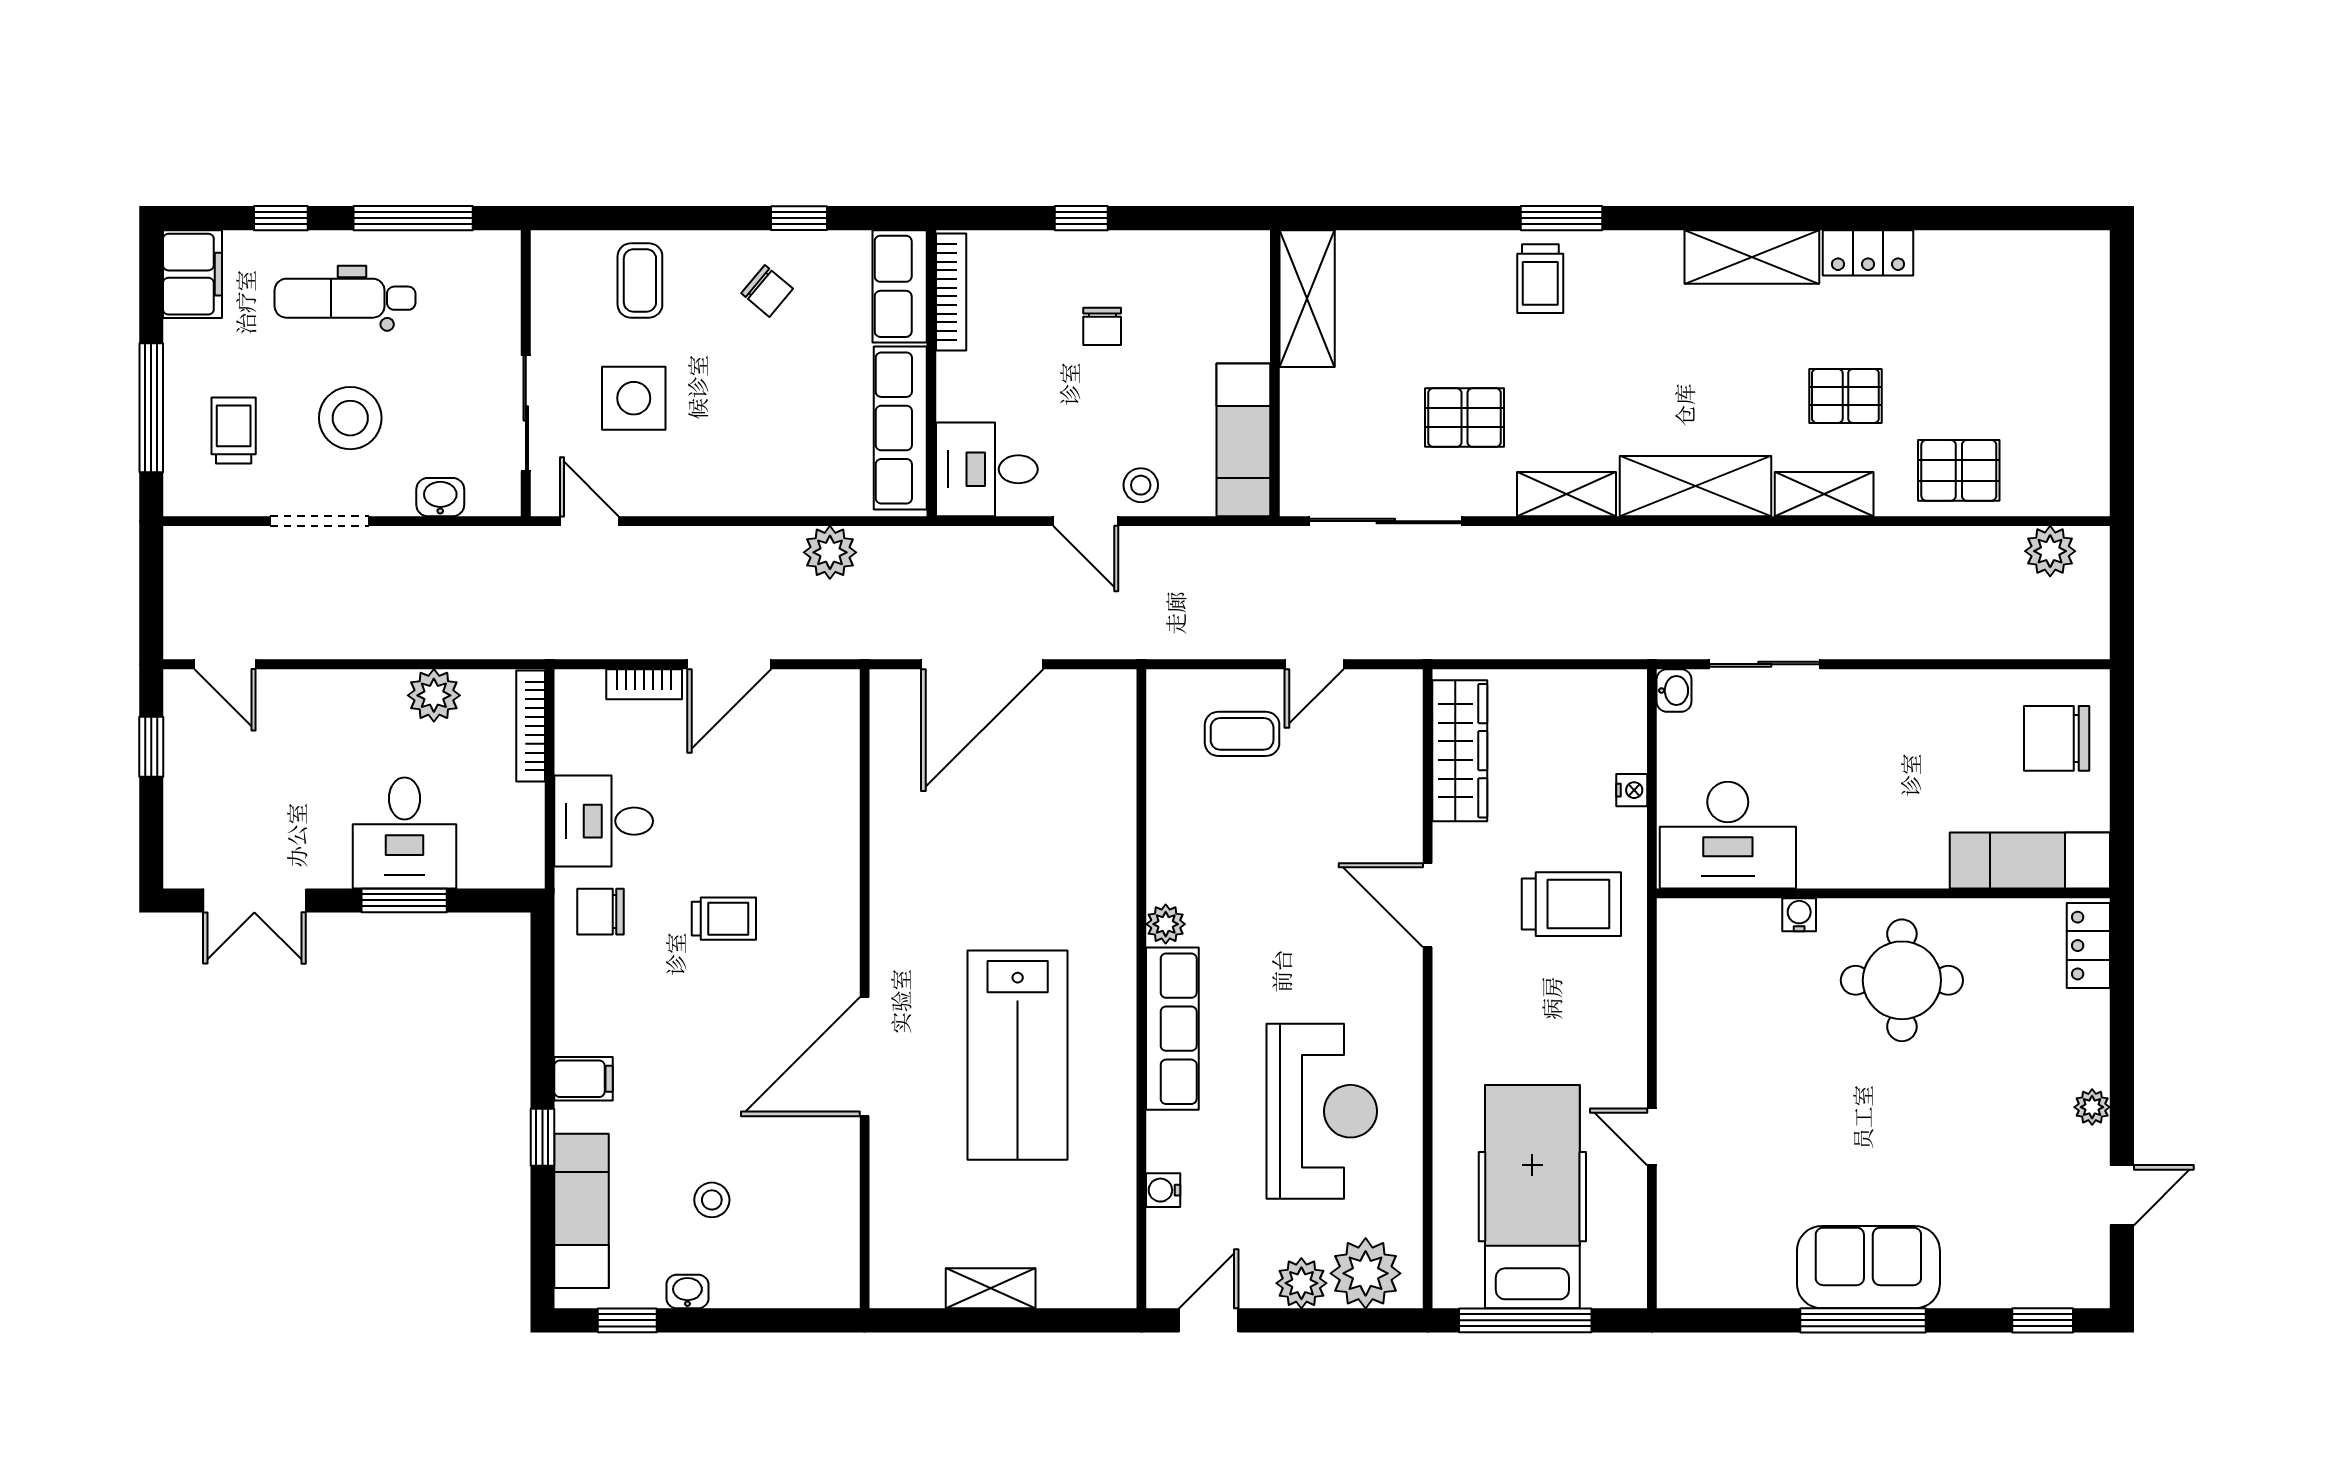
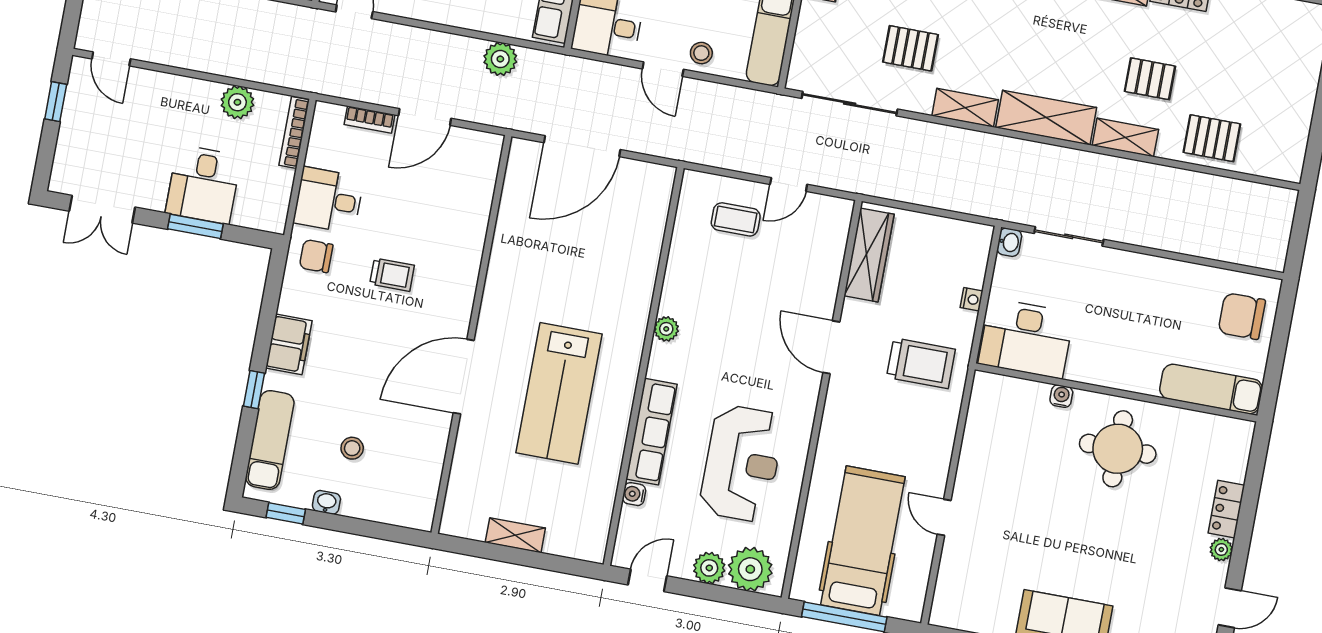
plant: (2050, 551) -> (1259, 199), removed
locker: (2088, 946) -> (1226, 509), moved
row of seats: (1172, 1029) -> (651, 432), moved
filing cabinet: (584, 1079) -> (289, 344), width x2.00

